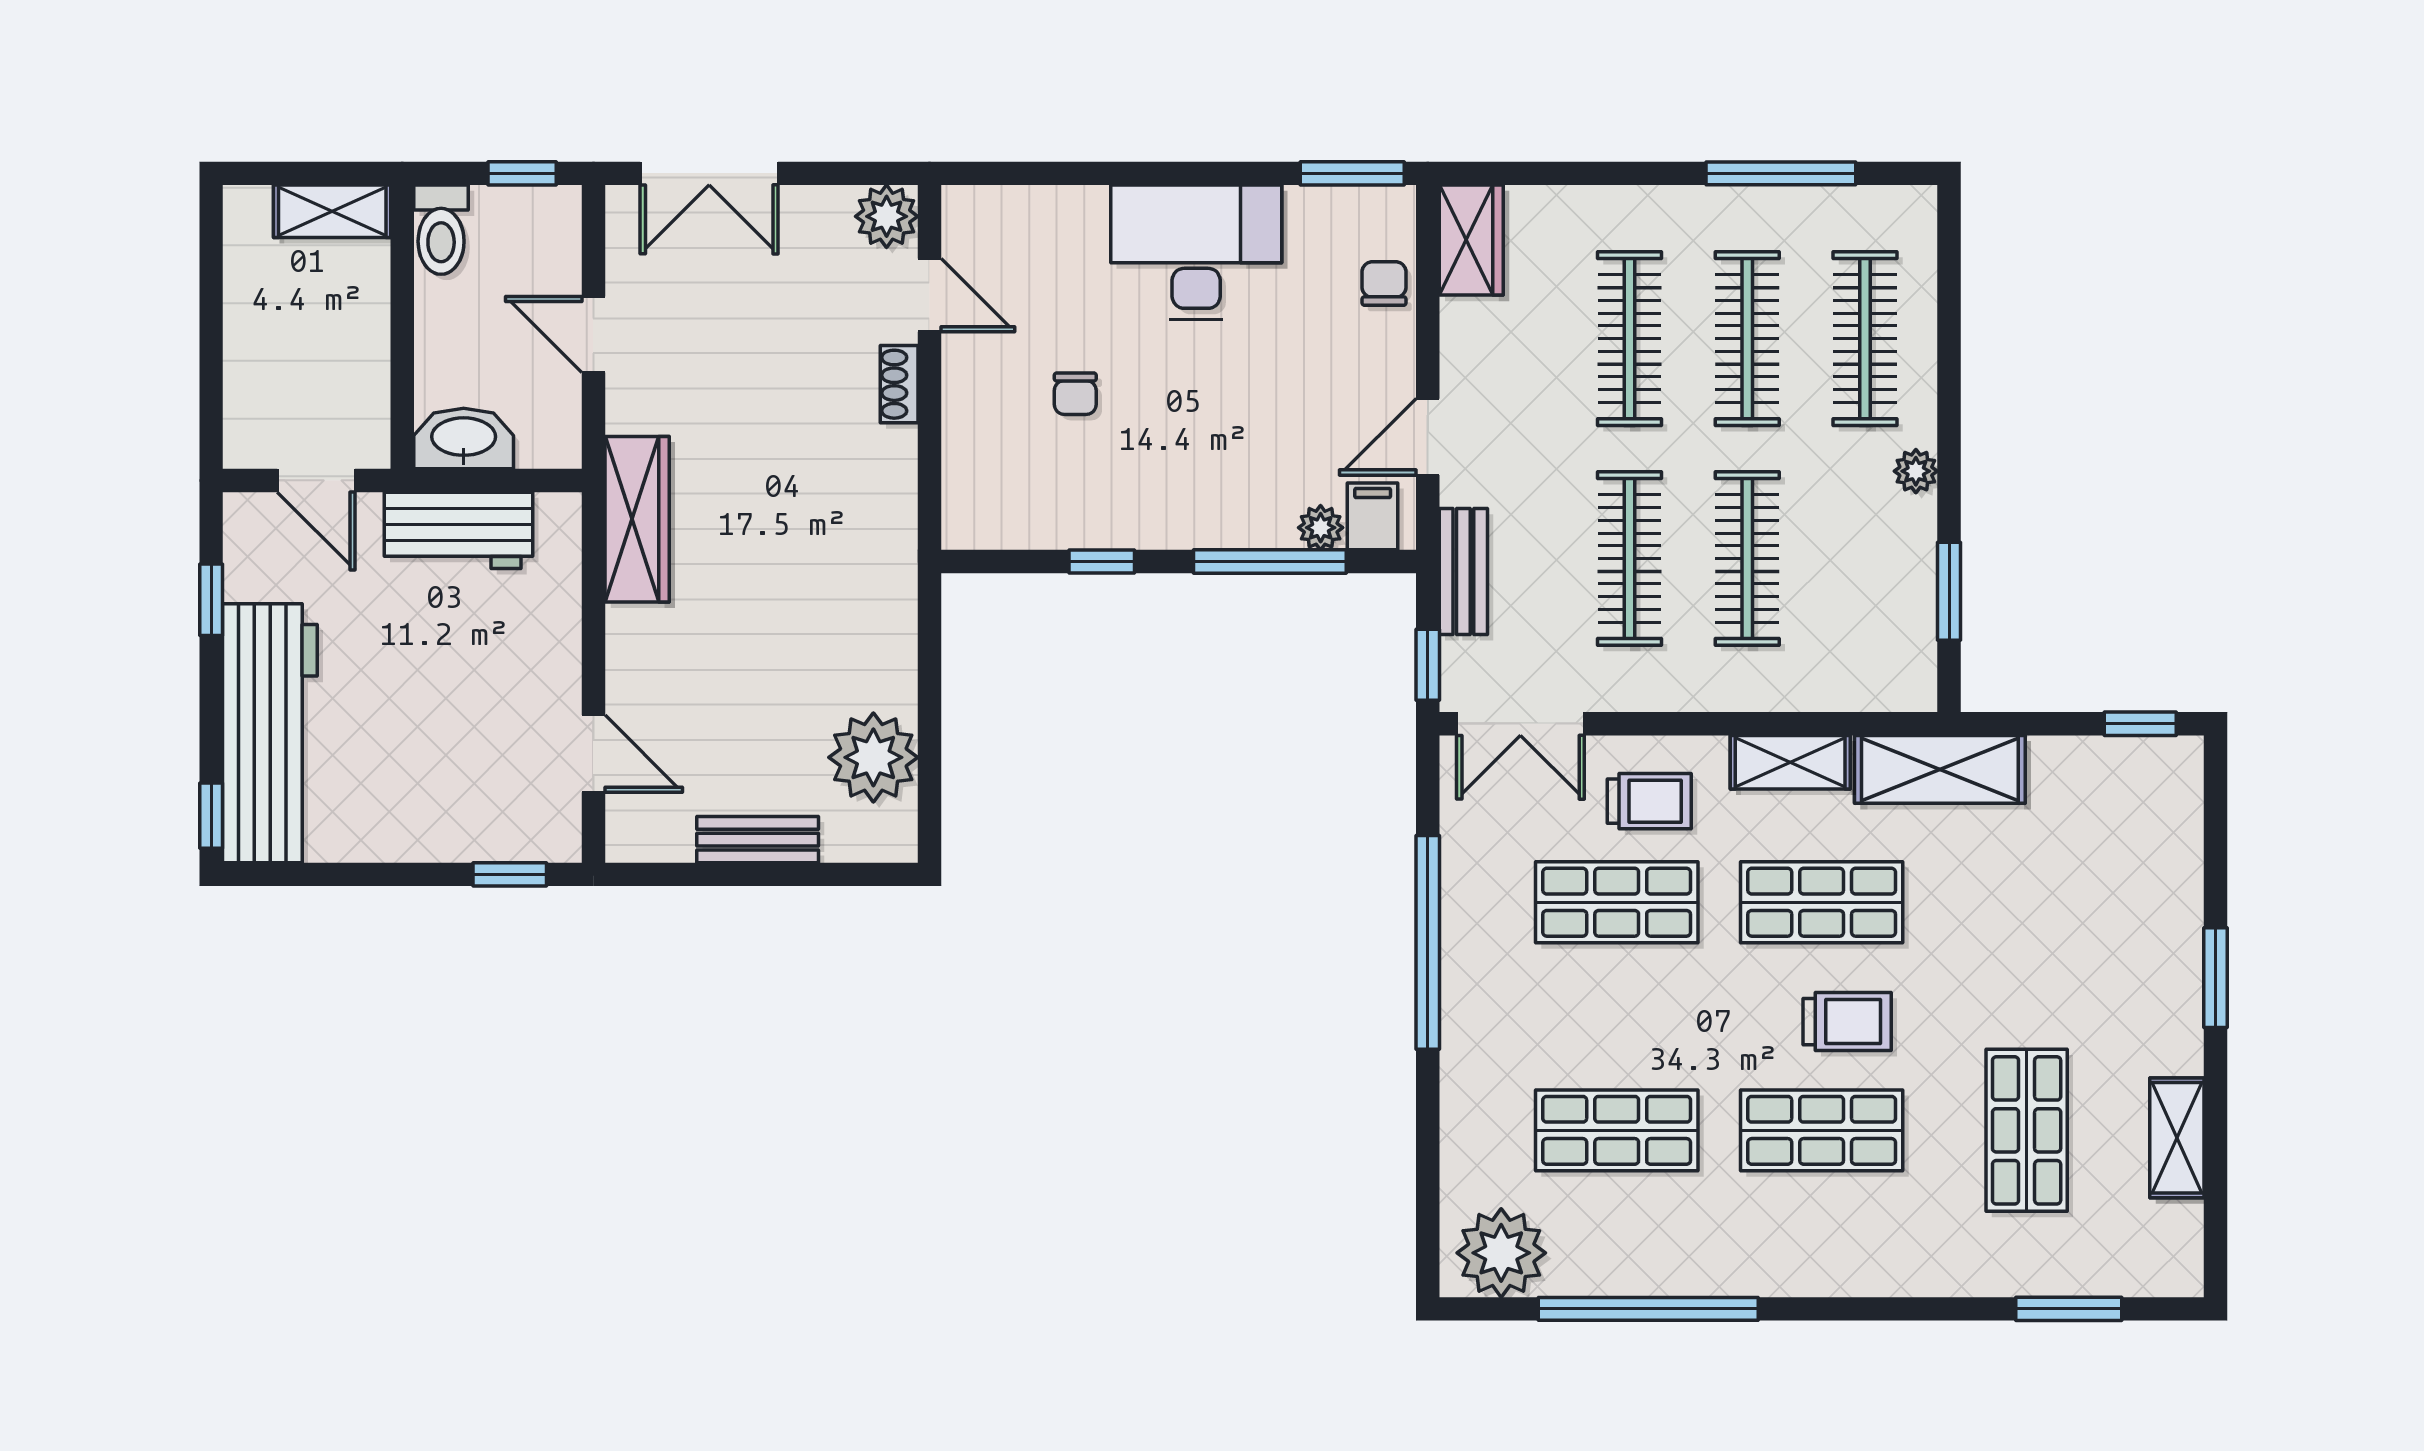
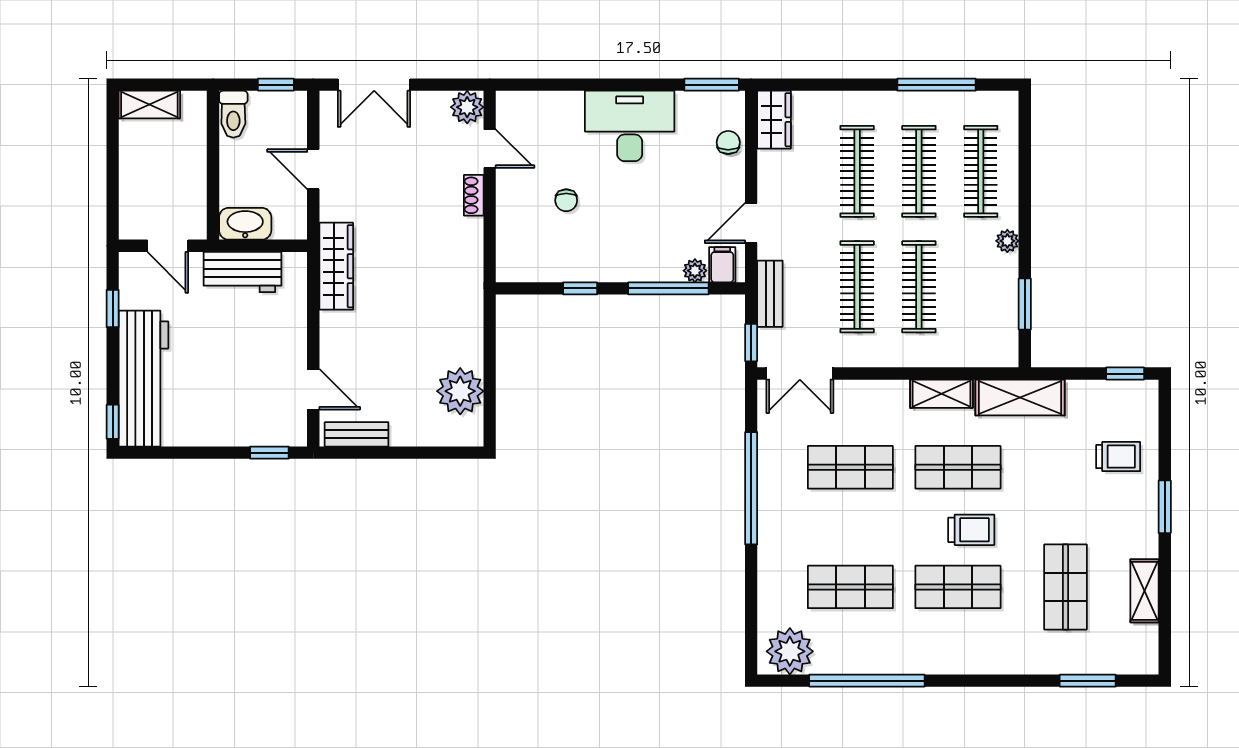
shelving: (332, 211) -> (149, 105), moved
trolley: (1649, 801) -> (1118, 457), moved
bench: (758, 840) -> (357, 434), moved

